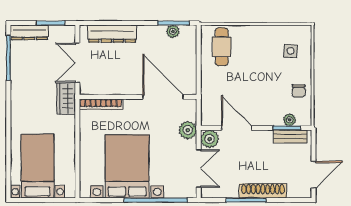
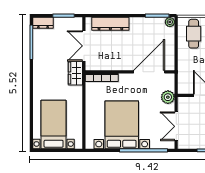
plant: (173, 31) -> (170, 22), moved
dresser: (29, 32) -> (43, 23), width x0.70
door: (163, 97) -> (149, 72), hinge flipped
plant: (210, 139) -> (185, 104), removed
double door: (199, 168) -> (176, 126), swing flipped

